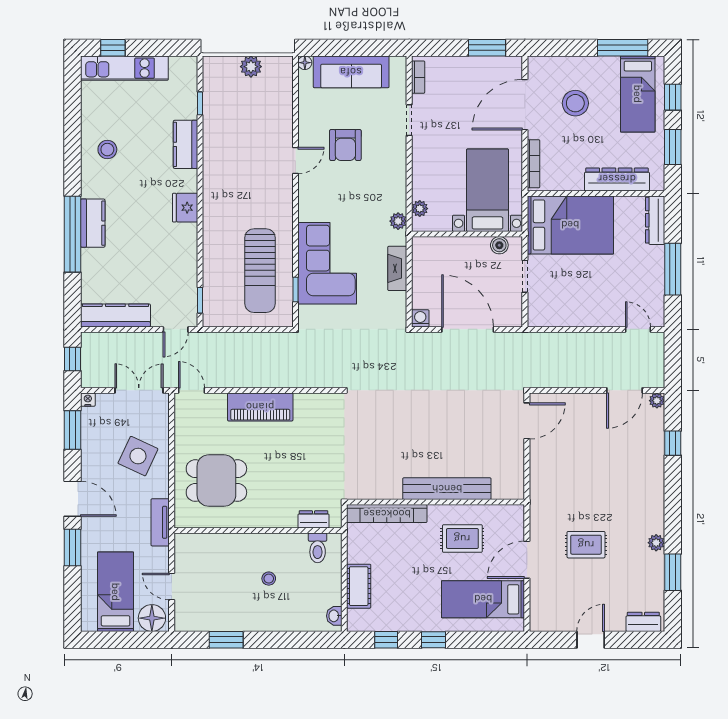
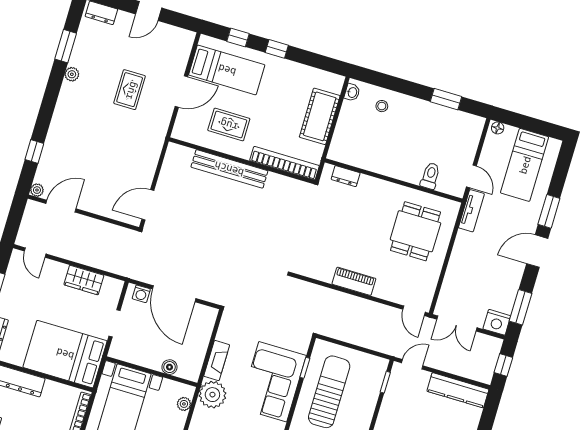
plant: (398, 221) -> (212, 395), width x1.88, depth x1.88
boiler: (499, 245) -> (169, 367), moved
wardrobe: (574, 315) -> (84, 280), added
washing machine: (420, 318) -> (141, 294), moved
nightstand: (88, 400) -> (497, 322), width x1.89, depth x1.79
piano: (260, 407) -> (354, 281), width x0.73, depth x0.75
side table: (138, 456) -> (473, 270), removed
dining table: (216, 481) -> (415, 231), turned 90
door: (73, 499) -> (537, 251), hinge flipped
rug: (586, 545) -> (130, 90), turned 90
toilet: (318, 548) -> (430, 176), moved
stool: (269, 579) -> (382, 106), moved
cot: (359, 586) -> (320, 116), width x1.37, depth x1.34
door: (172, 587) -> (471, 176), moved
floor lamp: (152, 618) -> (498, 128), width x0.53, depth x0.53
window: (386, 640) -> (238, 37), moved

